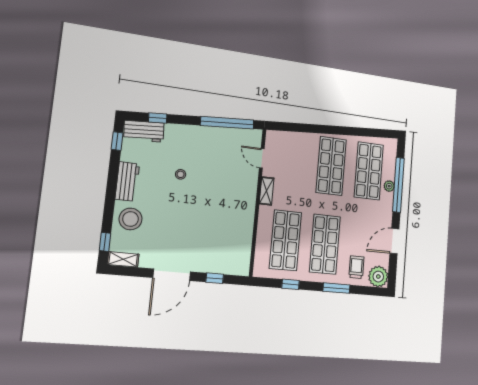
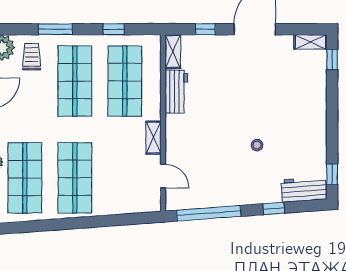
window: (158, 118) -> (274, 208), moved
workbench: (127, 181) -> (176, 92), moved, turned 180
stool: (130, 219) -> (307, 88), removed
shelving: (244, 261) -> (173, 52), added
trolley: (356, 267) -> (32, 57), turned 180

